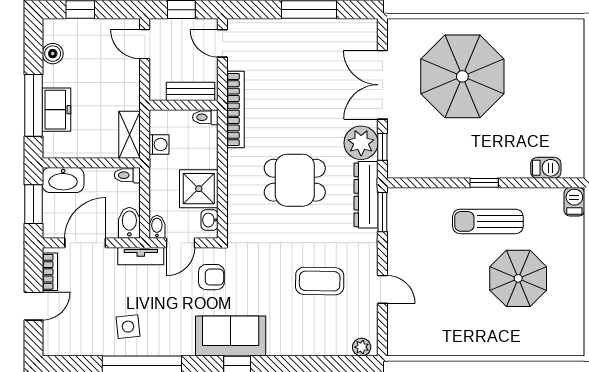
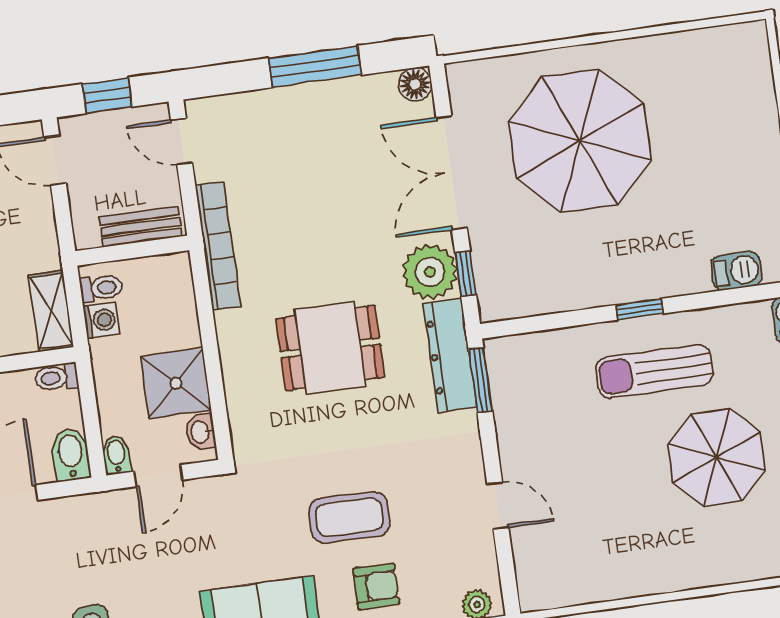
floor lamp: (368, 29) -> (415, 84), added
toilet: (205, 117) -> (101, 288), moved, turned 180
tv unit: (141, 256) -> (97, 506), removed
armchair: (211, 277) -> (376, 587), moved
coffee table: (320, 281) -> (349, 517), moved

